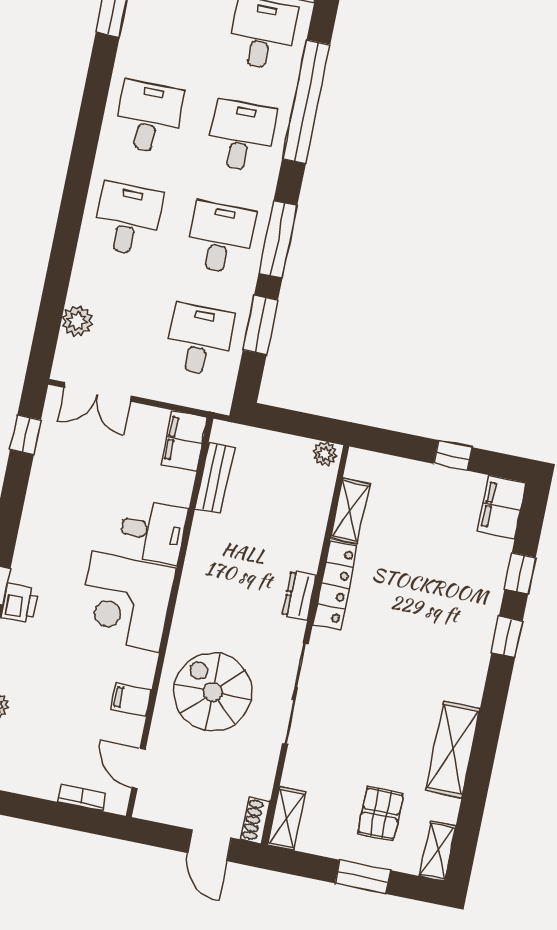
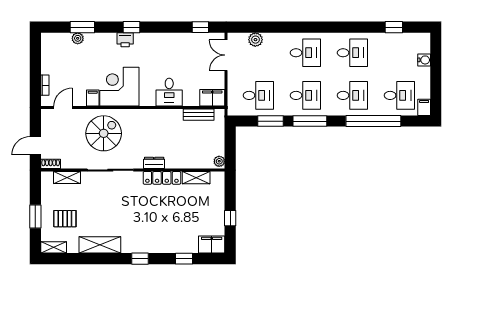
corner desk: (126, 602) -> (119, 87), moved
window: (507, 637) -> (140, 259), moved
shelving: (287, 818) -> (67, 177), moved

